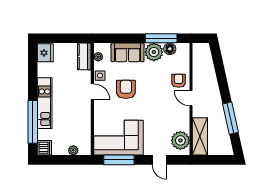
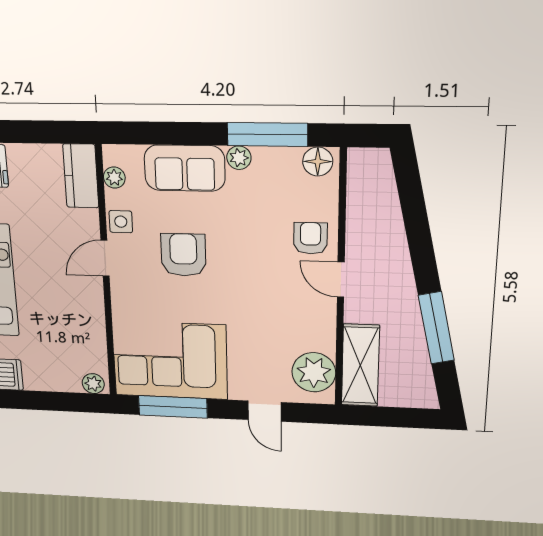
floor lamp: (170, 49) -> (318, 162), moved
plant: (154, 52) -> (239, 158), width x0.53, depth x0.53
door: (92, 92) -> (105, 258), swing flipped
plant: (73, 150) -> (93, 384), moved

